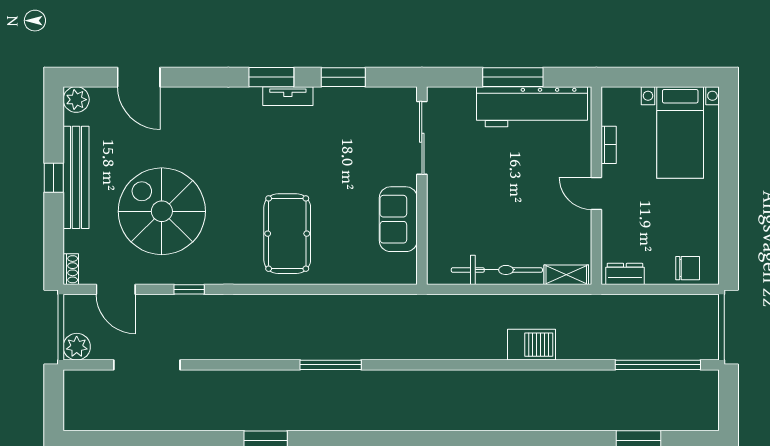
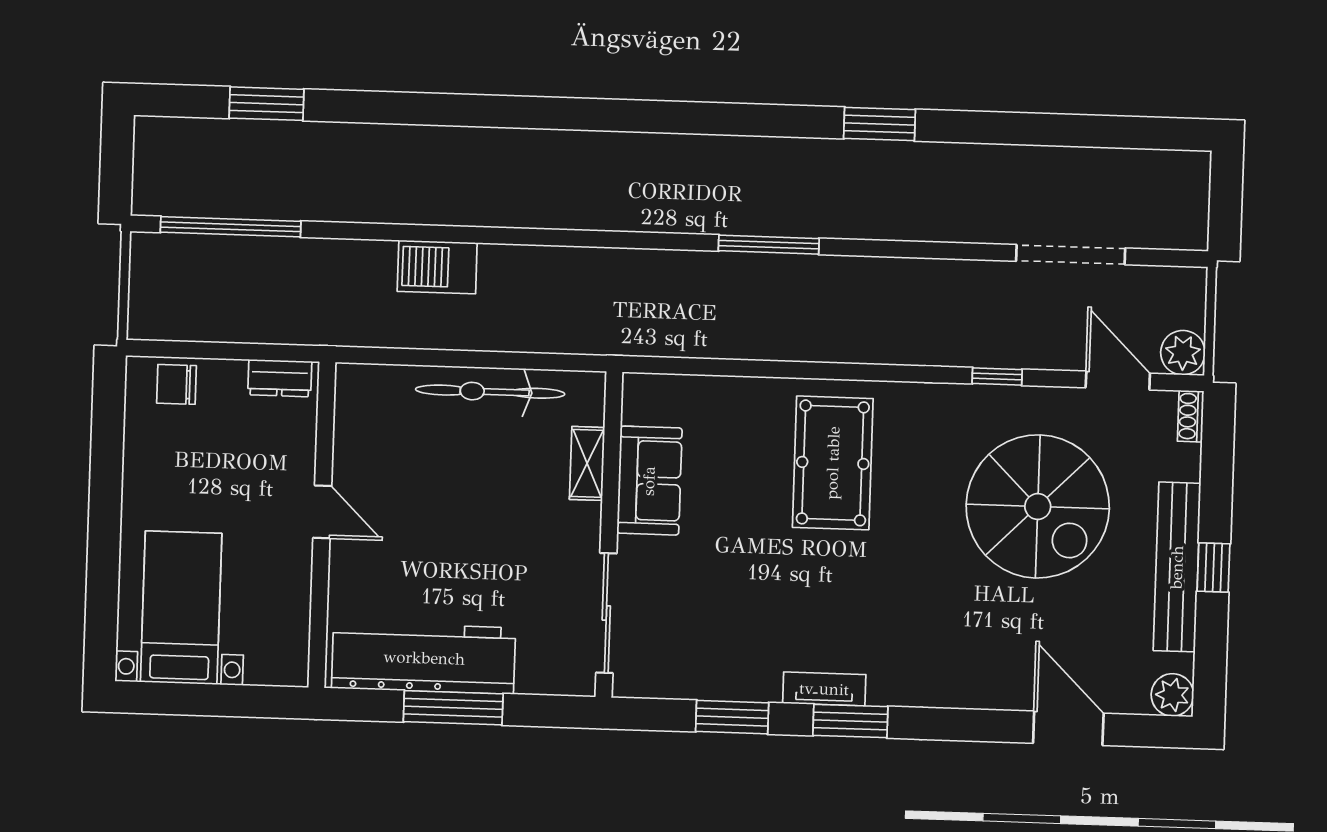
bookcase: (609, 145) -> (300, 591), removed
shelving: (566, 275) -> (587, 463), moved, turned 90
plant: (77, 347) -> (1183, 353), moved

